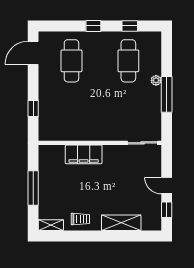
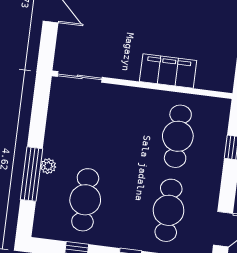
window: (167, 94) -> (31, 174), moved
cafe table: (71, 111) -> (178, 136), added

